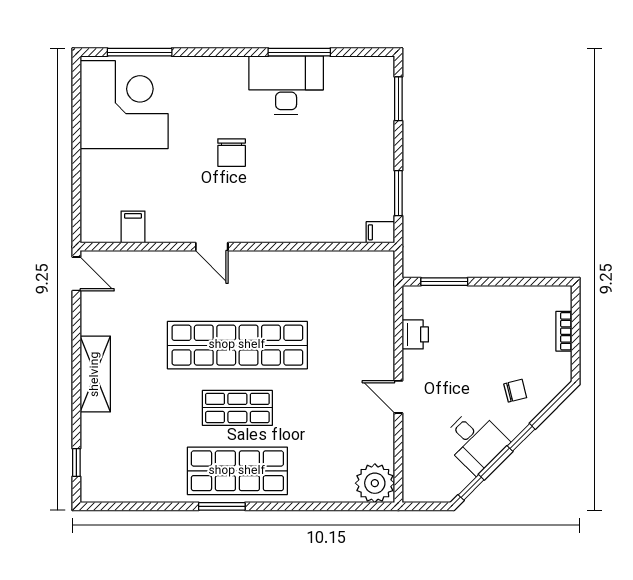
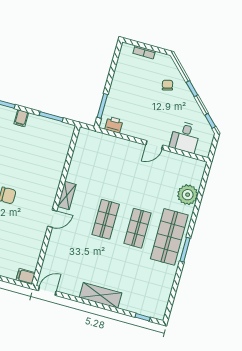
filing cabinet: (133, 227) -> (26, 276), moved
filing cabinet: (380, 232) -> (21, 118), moved
shelving: (262, 262) -> (67, 195), added
printer: (415, 334) -> (114, 125), moved
shop shelf: (237, 345) -> (106, 219), width x0.50, depth x0.74
desk: (475, 441) -> (185, 137), moved, turned 135
plant: (375, 483) -> (188, 195), moved

